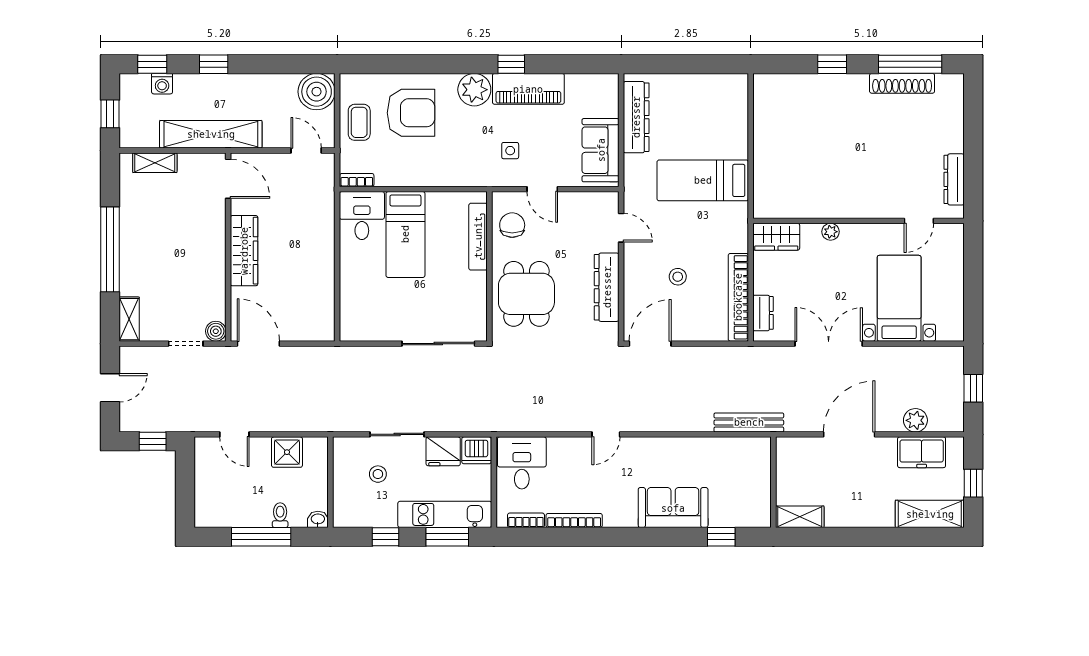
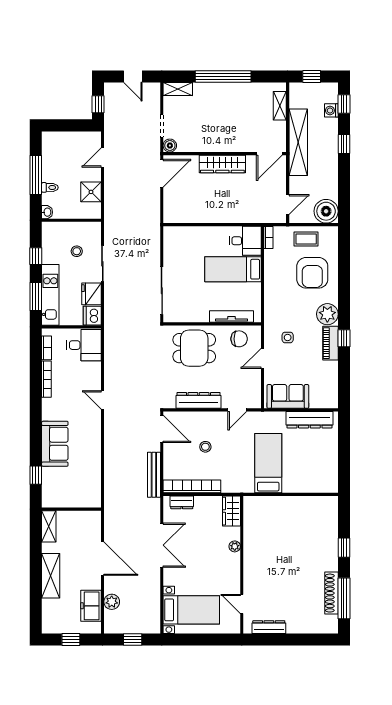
piano: (528, 89) -> (330, 343), width x0.73, depth x0.75
bed with nightstands: (899, 298) -> (191, 610), moved
bench: (749, 422) -> (154, 475), moved
shelving: (930, 514) -> (51, 576), moved

